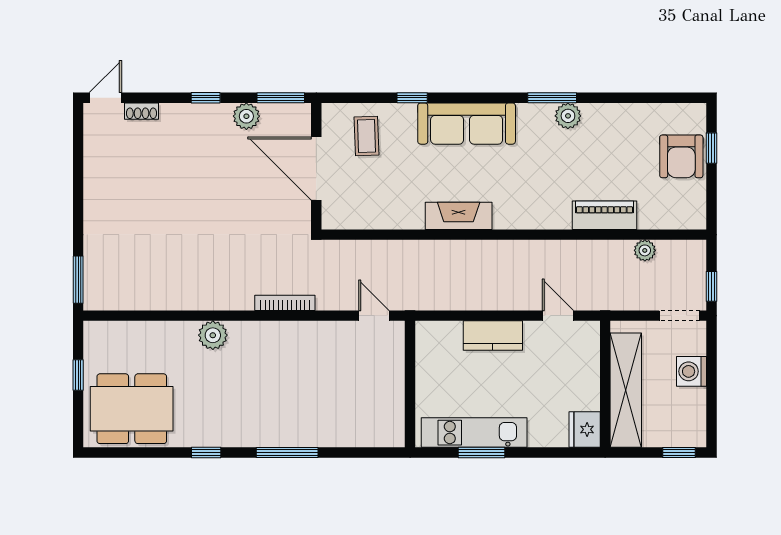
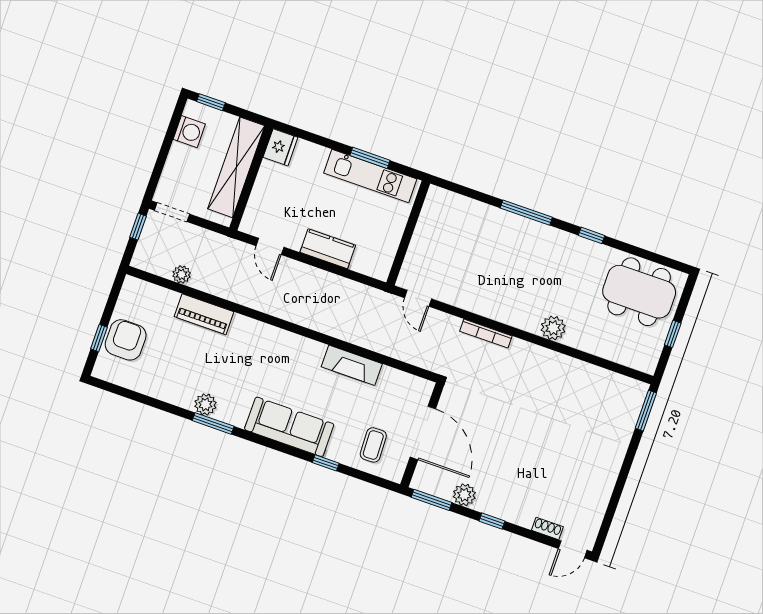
fireplace: (459, 216) -> (352, 365), moved
washing machine: (692, 371) -> (189, 132), moved

